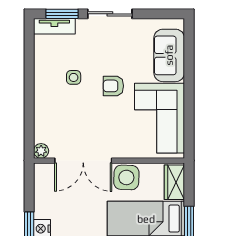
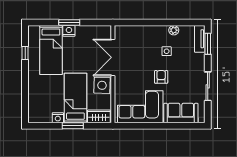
sliding door: (110, 14) -> (208, 86), moved
plant: (41, 151) -> (174, 30), moved

